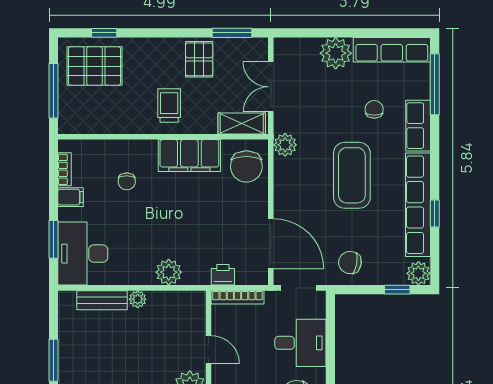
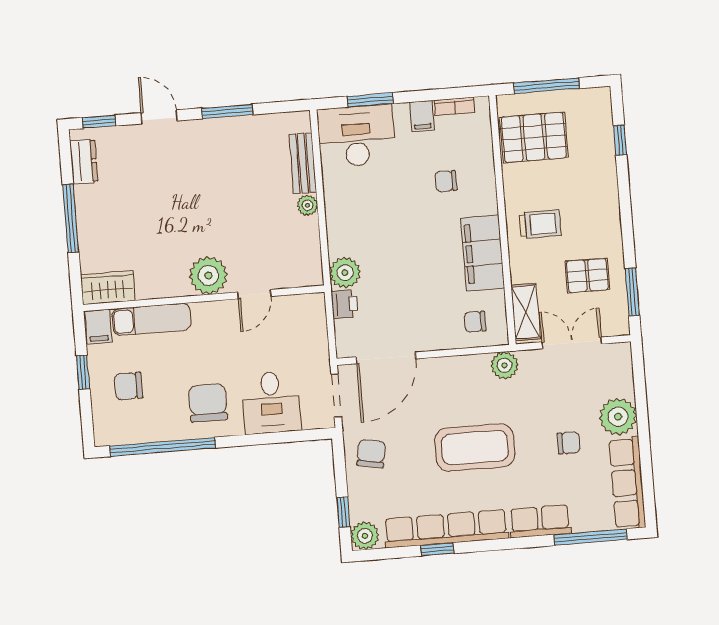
pallet: (199, 59) -> (587, 276), moved
pallet: (95, 66) -> (534, 137), moved, turned 90
chair: (374, 109) -> (569, 443), moved
chair: (246, 166) -> (475, 322), width x0.54, depth x0.54
plant: (169, 272) -> (345, 273), moved
bookcase: (238, 297) -> (319, 324), removed

